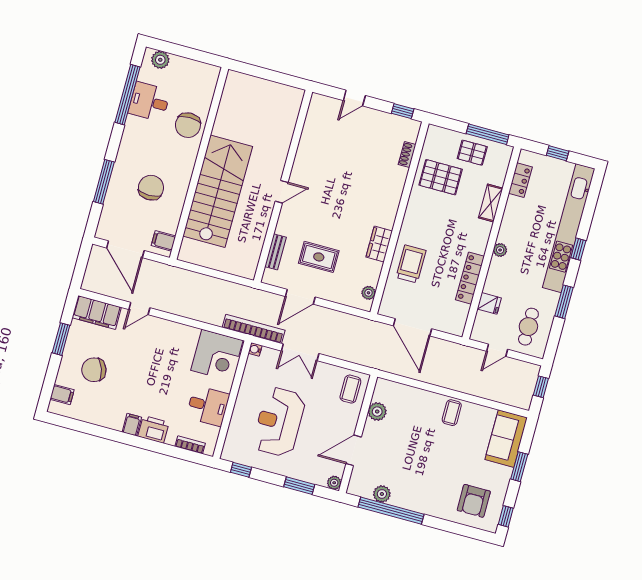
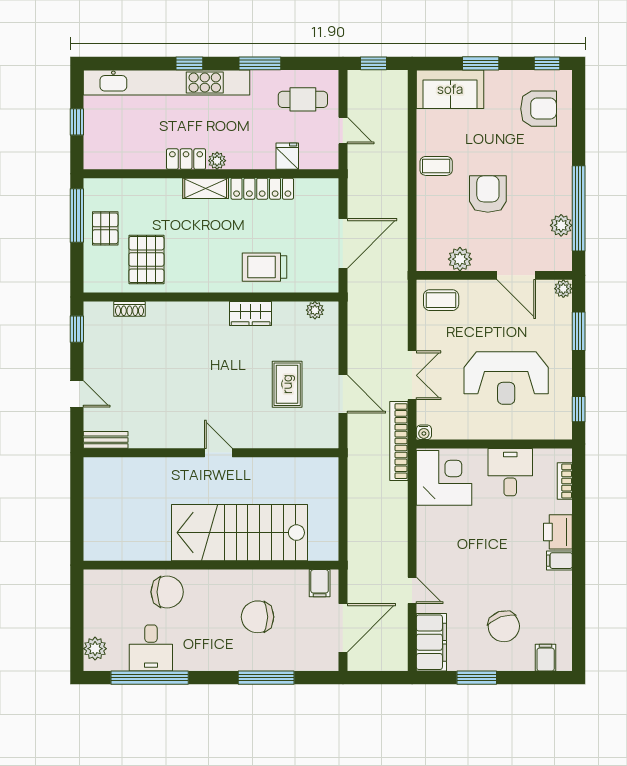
locker: (520, 180) -> (186, 159), moved
shelving: (491, 203) -> (206, 188), moved
bench: (275, 252) -> (106, 440), moved
armchair: (420, 446) -> (488, 194), added

